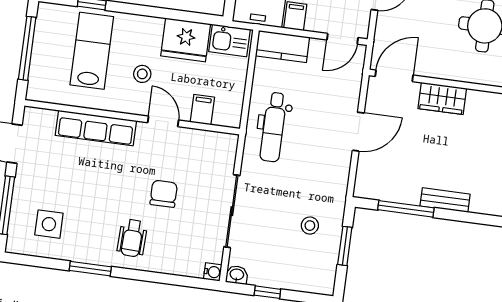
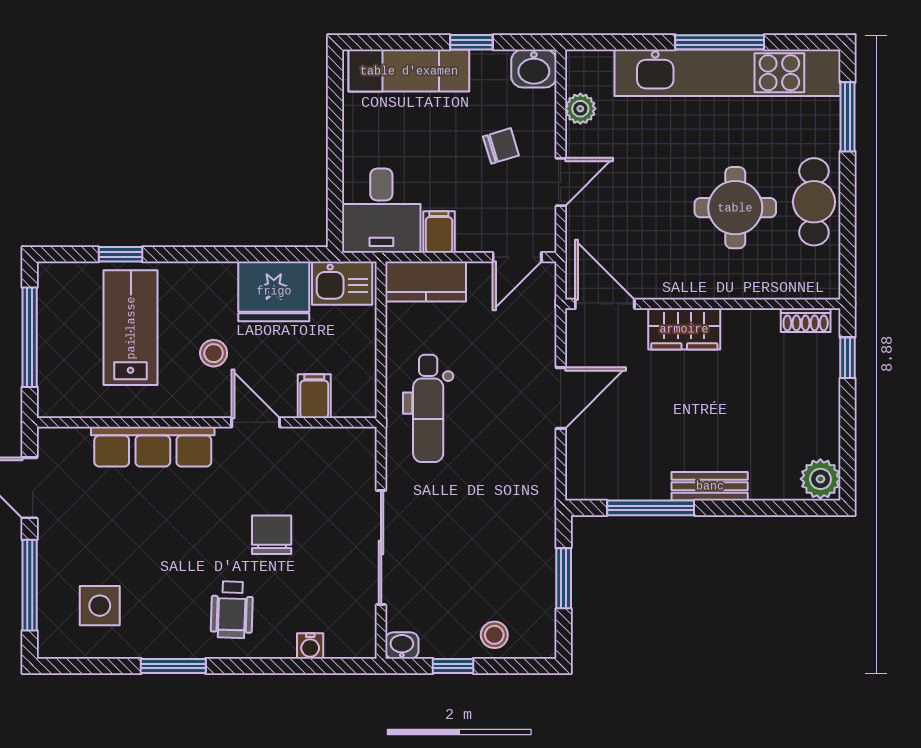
door: (394, 76) -> (605, 304), hinge flipped
stool: (310, 226) -> (494, 635), moved
water cooler: (213, 272) -> (310, 646), moved, turned 90

